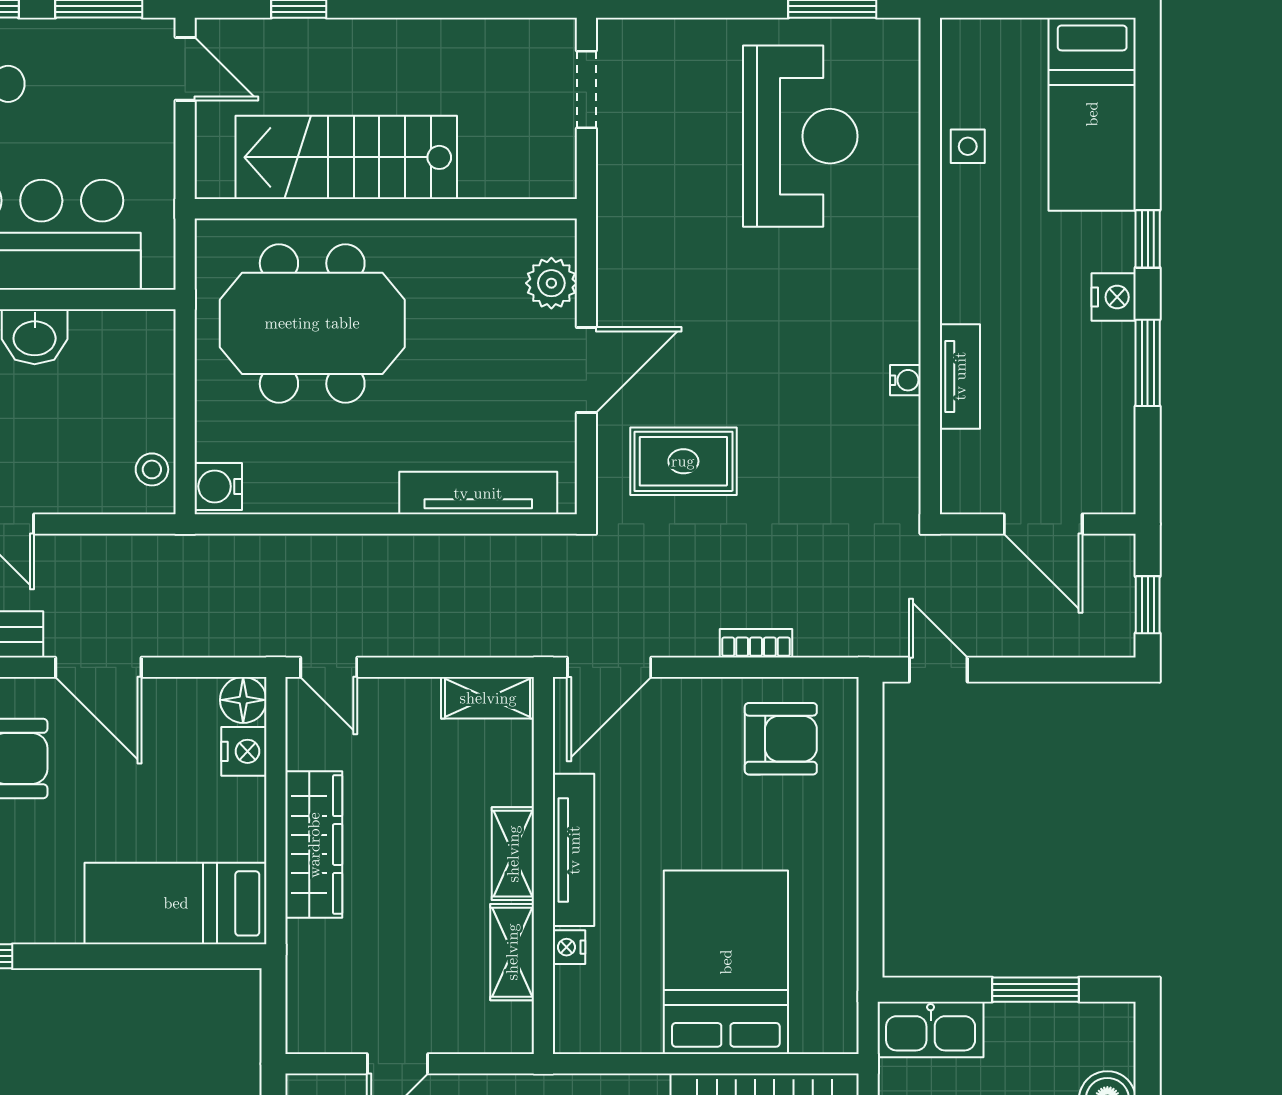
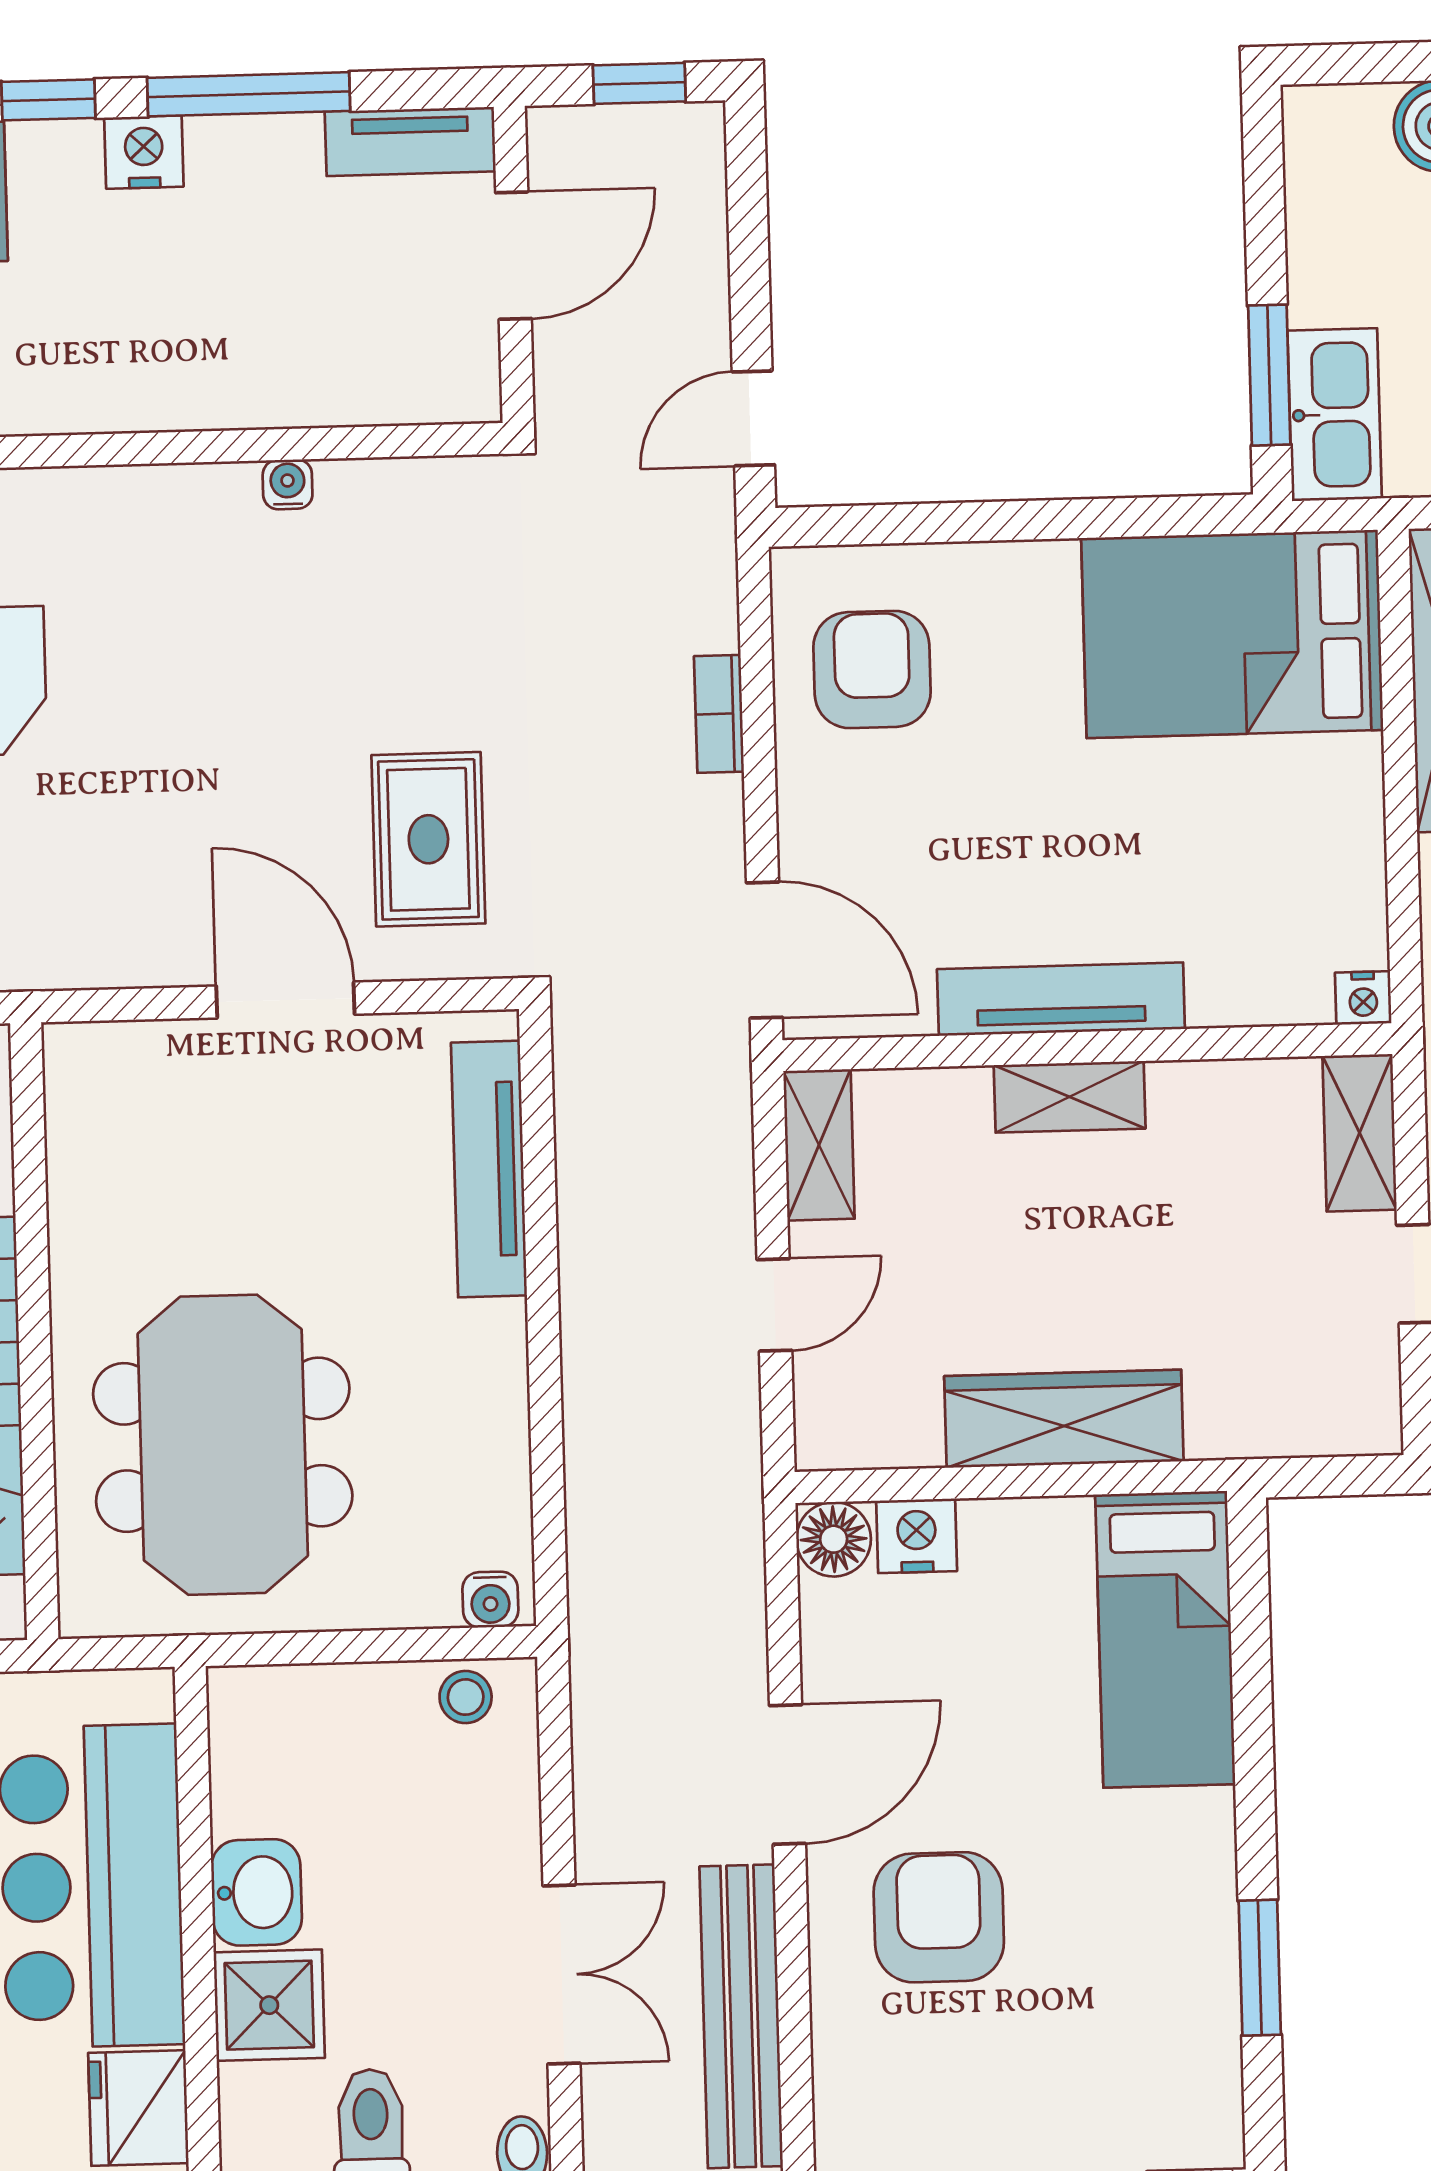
plant: (551, 283) -> (147, 1060), removed
window: (1148, 363) -> (249, 94), width x1.44
tv unit: (960, 376) -> (410, 141), moved, turned 180
water cooler: (218, 486) -> (490, 1600), width x0.72, depth x0.72
door: (329, 667) -> (774, 1305), moved
nightstand: (569, 947) -> (1363, 998), moved
shelving: (512, 952) -> (1360, 1133), moved, turned 90
bed: (726, 962) -> (1232, 634), moved
window: (1036, 990) -> (1269, 375), moved

